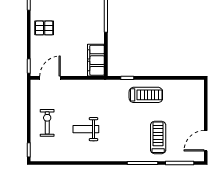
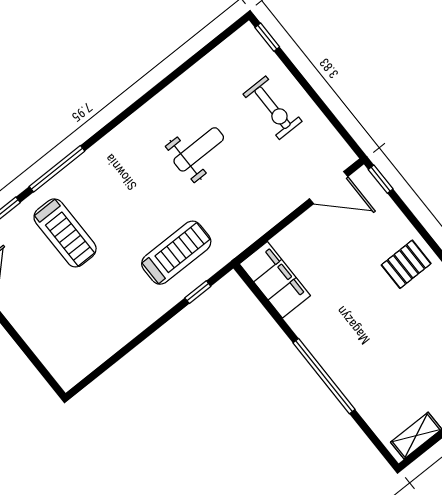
door: (50, 78) -> (329, 188), hinge flipped
treadmill: (146, 95) -> (176, 253), moved, turned 180

